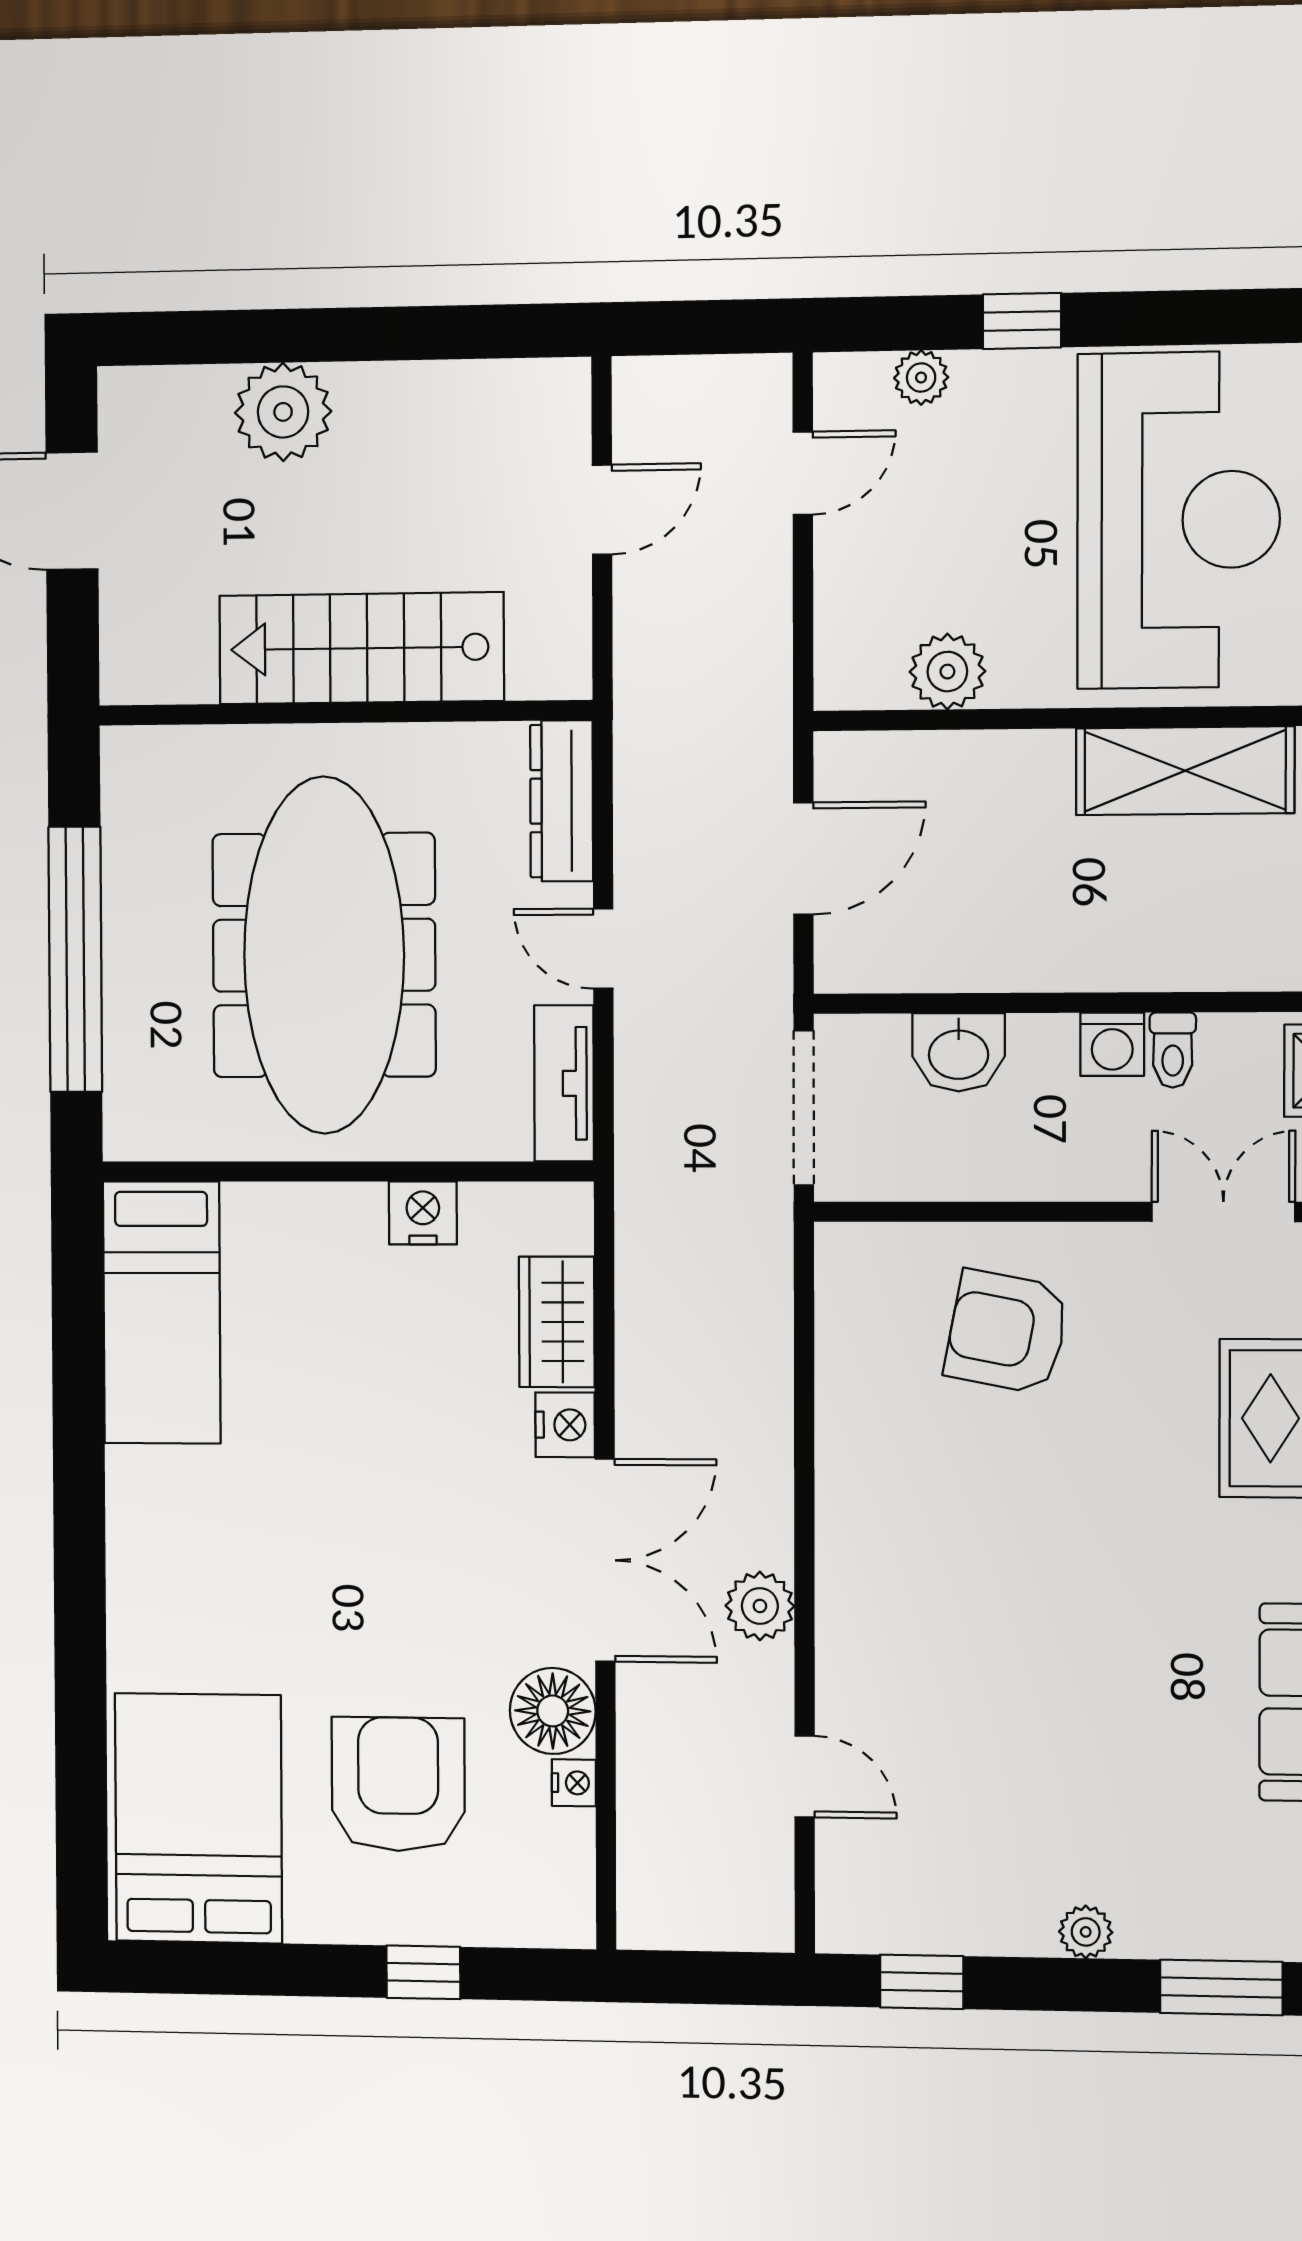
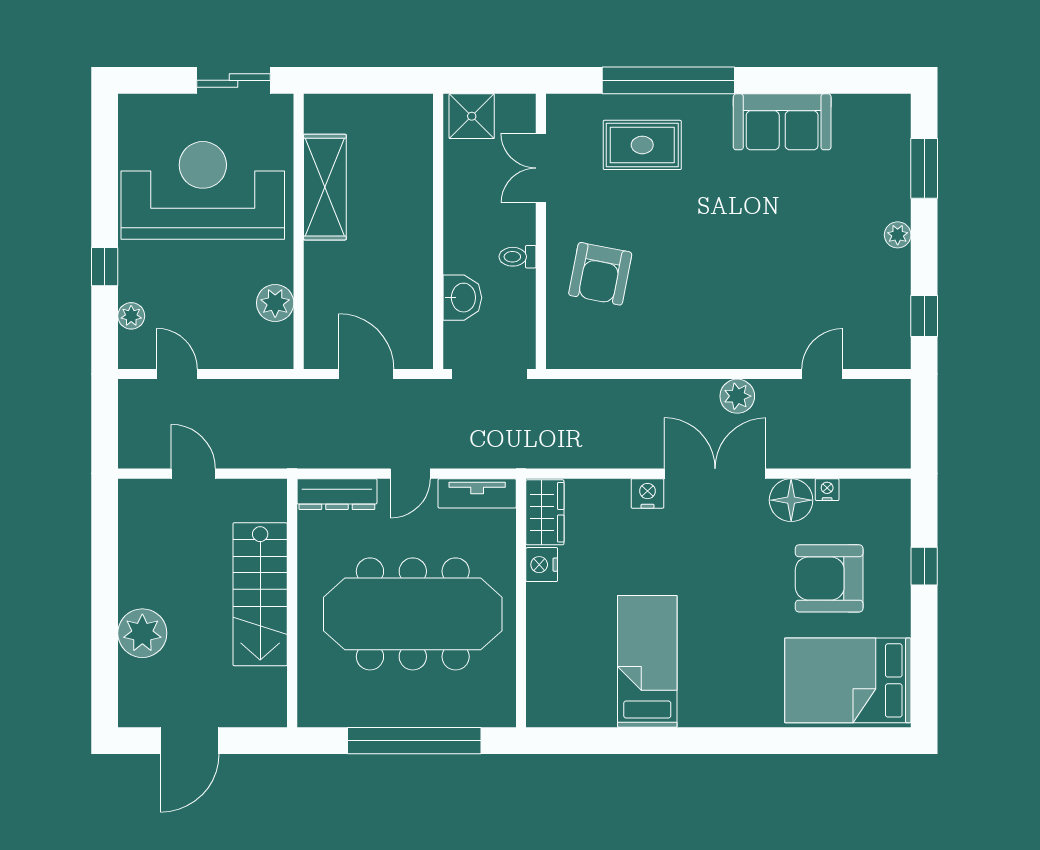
washing machine: (1112, 1044) -> (459, 222), removed
toilet: (1173, 1050) -> (518, 257), moved, turned 180
bed: (162, 1312) -> (647, 661), moved, turned -90
wardrobe: (557, 1322) -> (545, 512), moved, turned -90

